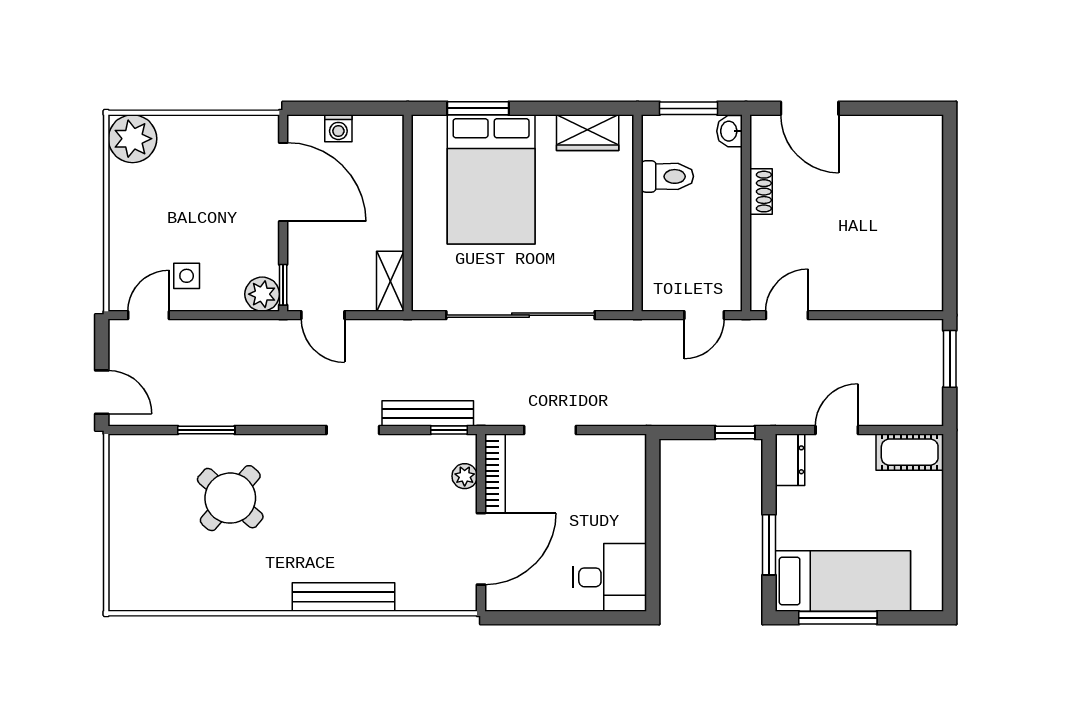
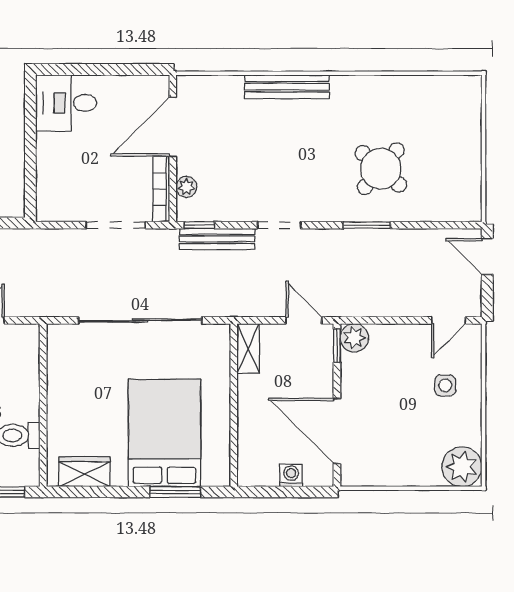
side table: (187, 276) -> (445, 385), moved
window: (206, 430) -> (367, 225), moved
doorway: (550, 430) -> (116, 225), width x1.38

